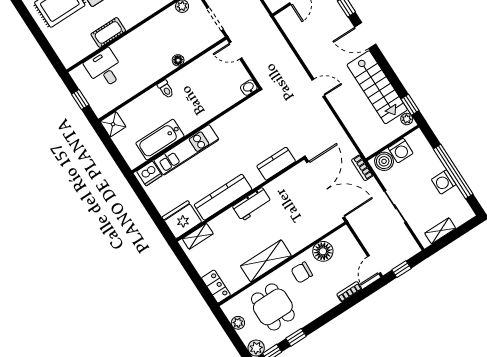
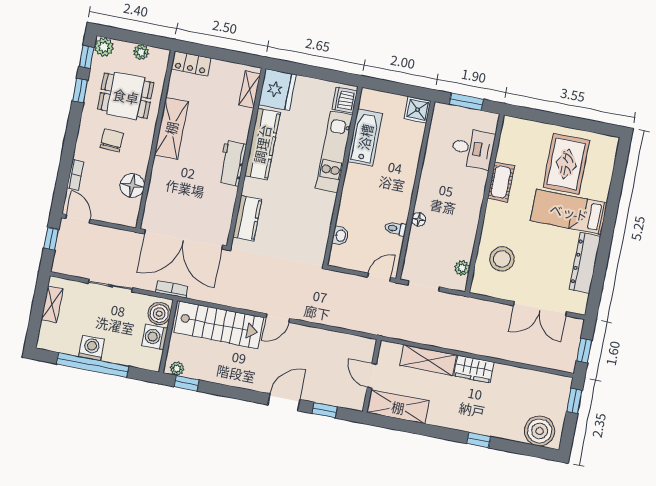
stairs: (377, 87) -> (219, 325), moved, turned 180
washbasin: (249, 88) -> (340, 236), moved
toilet: (166, 89) -> (395, 229), moved
window: (80, 99) -> (466, 102), width x1.50
chair: (302, 272) -> (112, 140), moved

